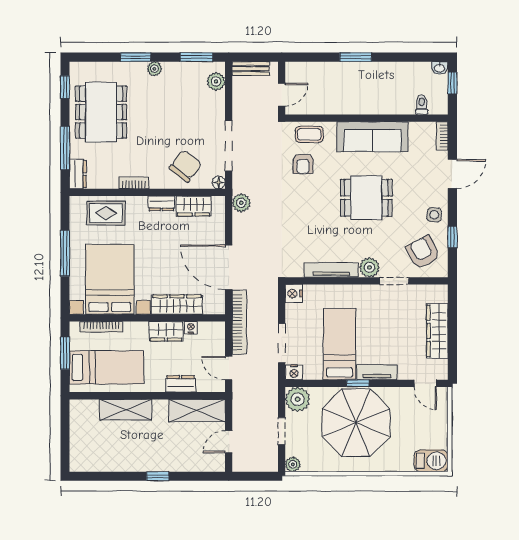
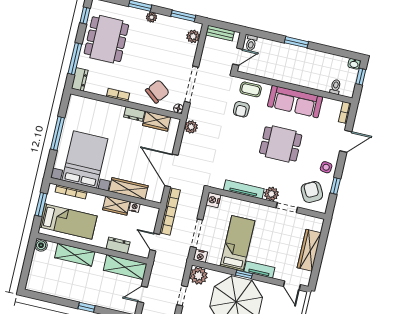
toilet: (296, 72) -> (251, 43), added
rug: (106, 213) -> (93, 112), removed
boiler: (78, 408) -> (41, 245), added

